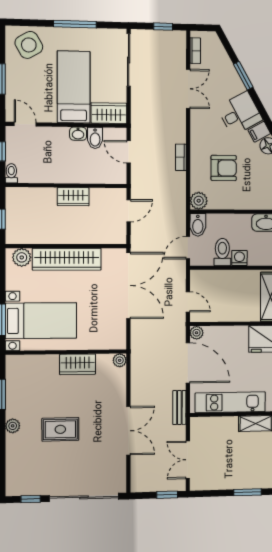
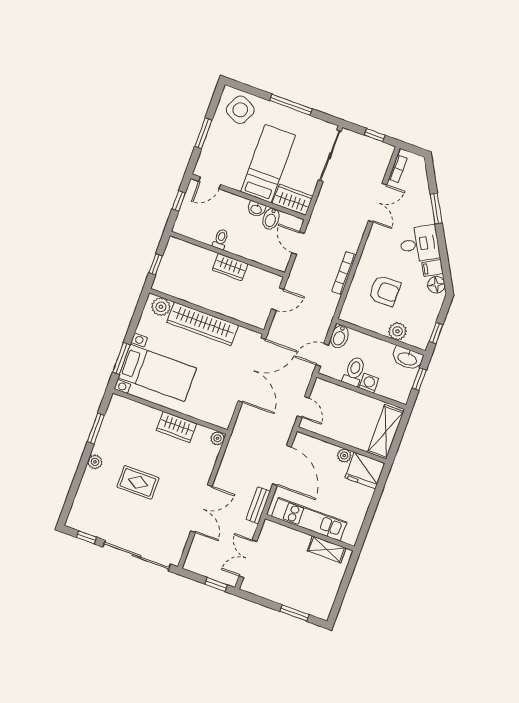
side table: (29, 45) -> (240, 110), turned -33
door: (25, 124) -> (210, 183), swing flipped
bookcase: (181, 157) -> (344, 273), width x1.56
toilet: (11, 173) -> (221, 239), moved
plant: (199, 201) -> (397, 331), moved
plant: (197, 333) -> (344, 455), moved

